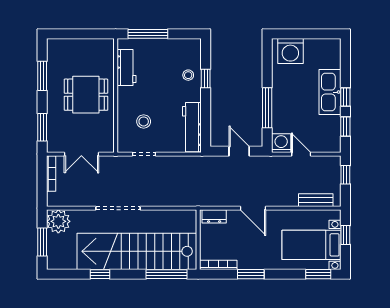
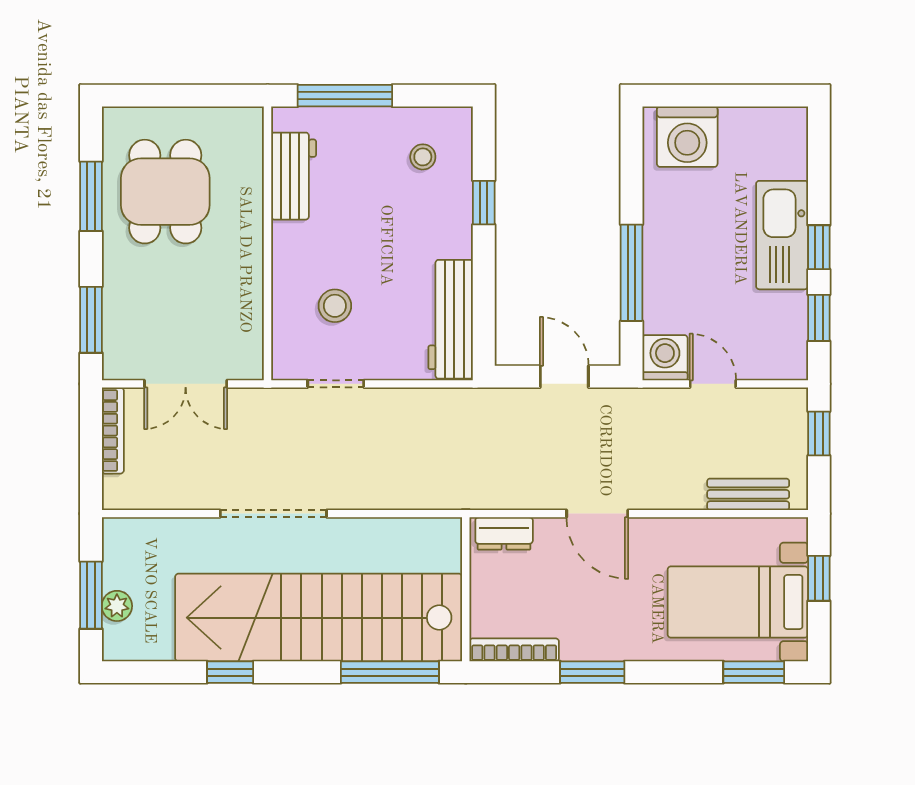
stool: (188, 75) -> (423, 157), moved
dining table: (86, 95) -> (165, 192), moved, turned 90
plant: (58, 221) -> (117, 606), moved, width x0.53, depth x0.53

